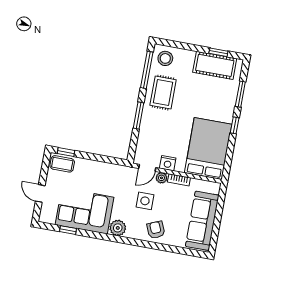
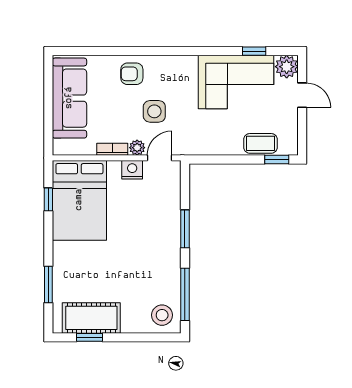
rug: (163, 93) -> (157, 267), removed
window: (235, 125) -> (48, 199), moved
coffee table: (62, 164) -> (260, 143), moved
plant: (118, 228) -> (287, 67), moved
armchair: (156, 230) -> (132, 74), turned 113

